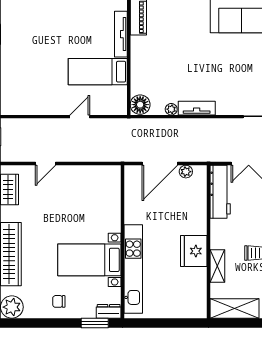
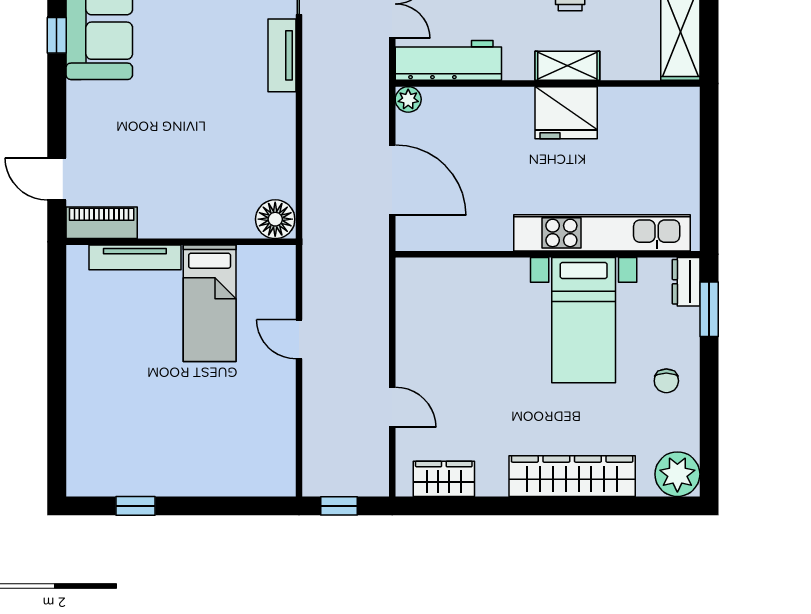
tv unit: (197, 108) -> (282, 55), moved
plant: (171, 109) -> (284, 157), removed
plant: (186, 172) -> (408, 99), moved
shelving: (217, 266) -> (567, 66), moved

